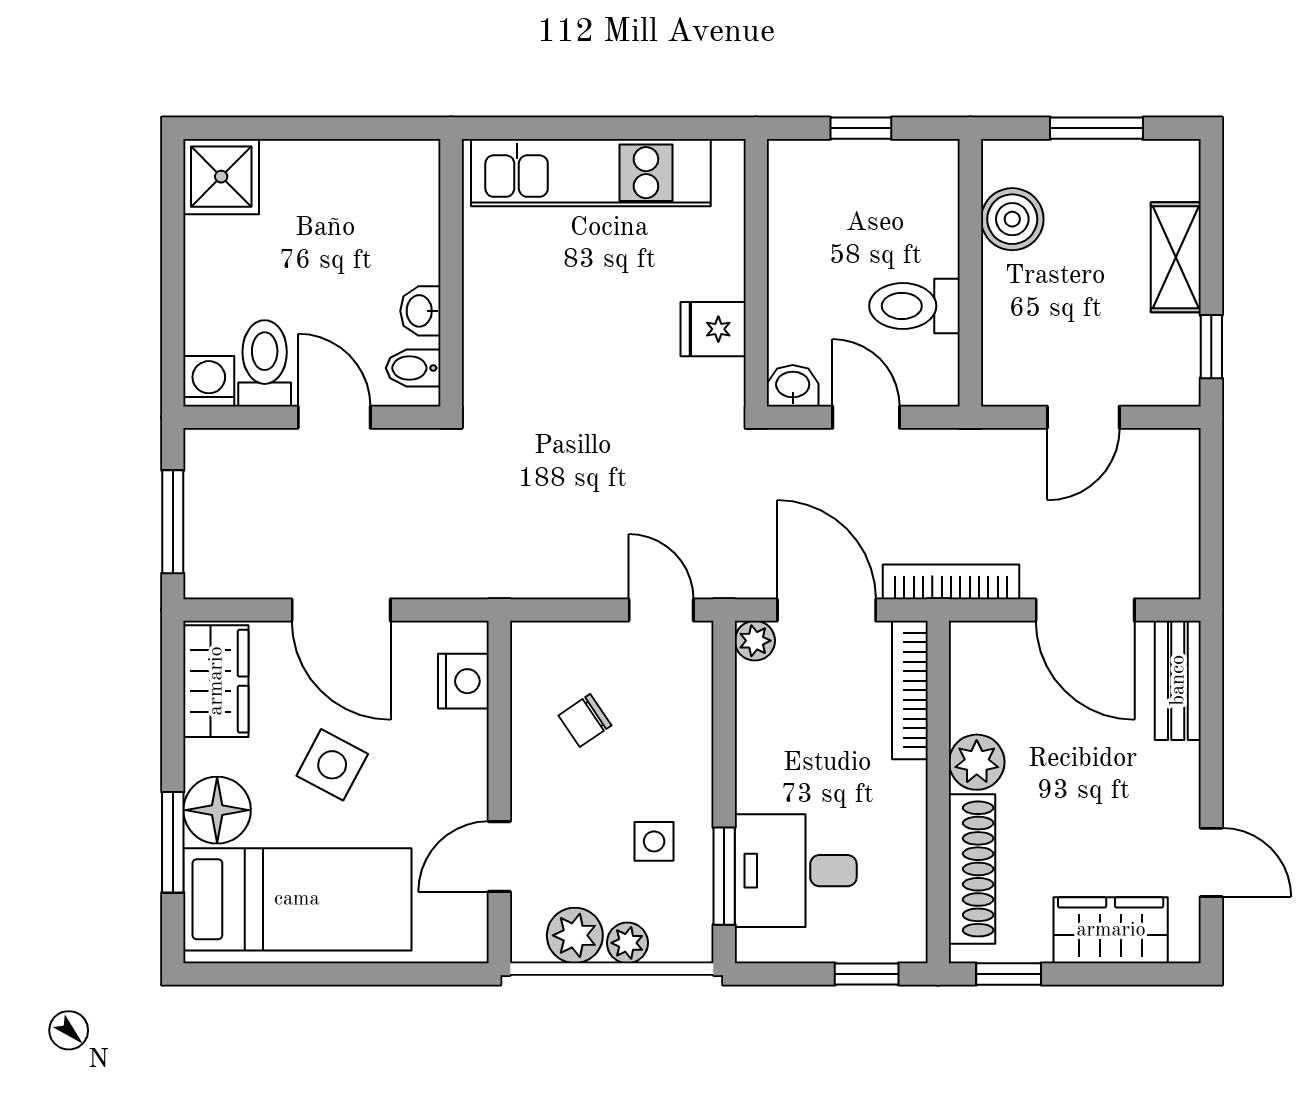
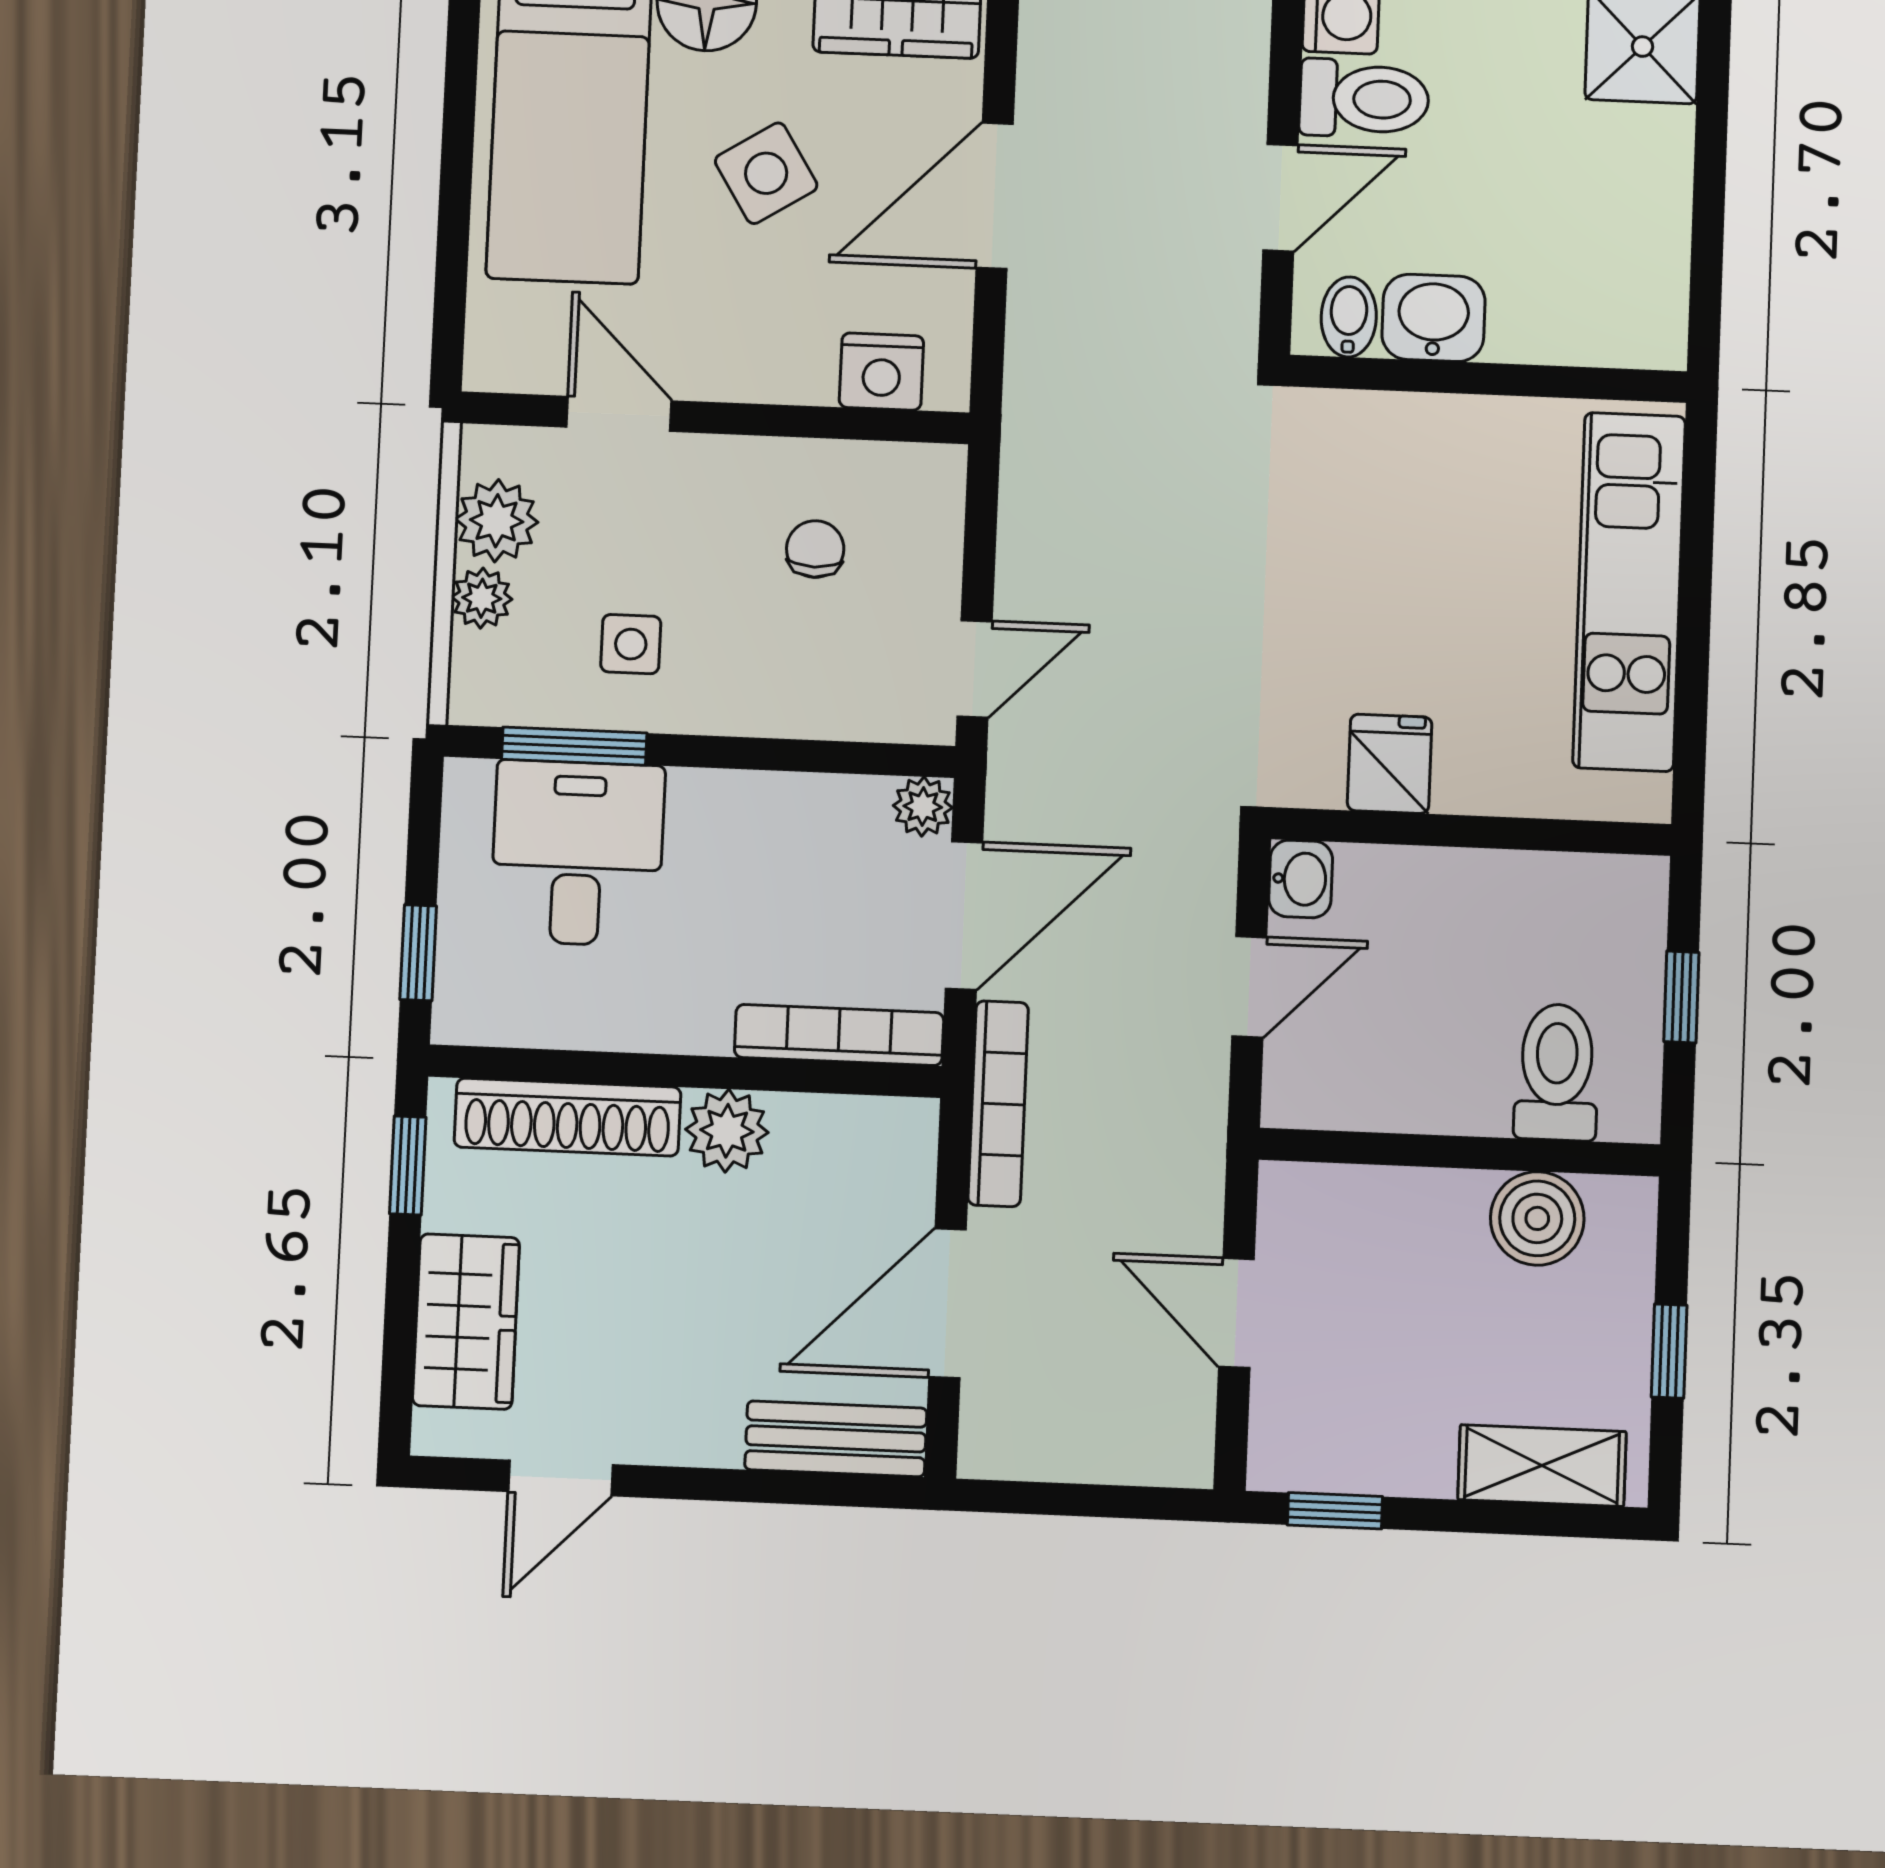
window: (1097, 128) -> (1669, 1351), width x0.67
shelving: (1176, 257) -> (1542, 1466), moved
toilet: (914, 306) -> (1557, 1072), moved
washbasin: (420, 311) -> (1433, 318), width x1.38, depth x1.45
chair: (585, 720) -> (815, 549), turned 34
side table: (332, 765) -> (766, 173), turned 30

